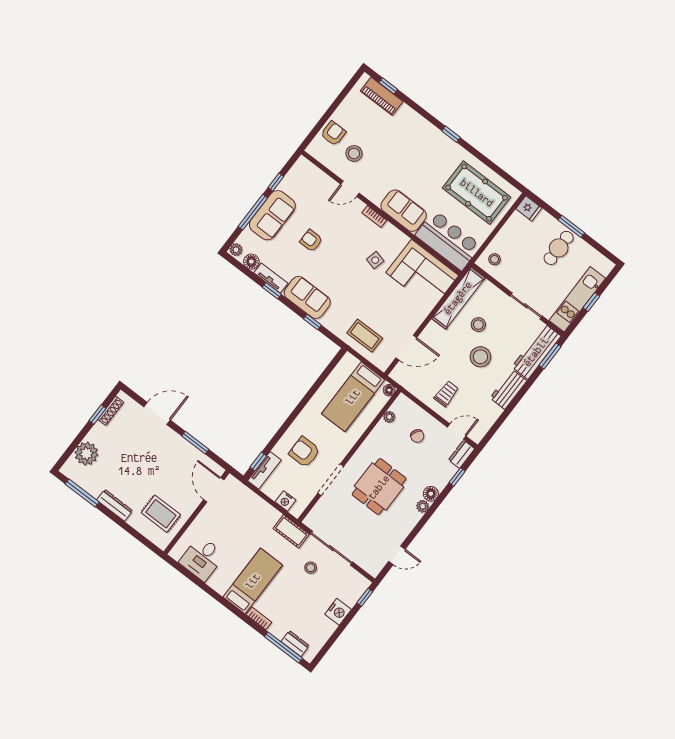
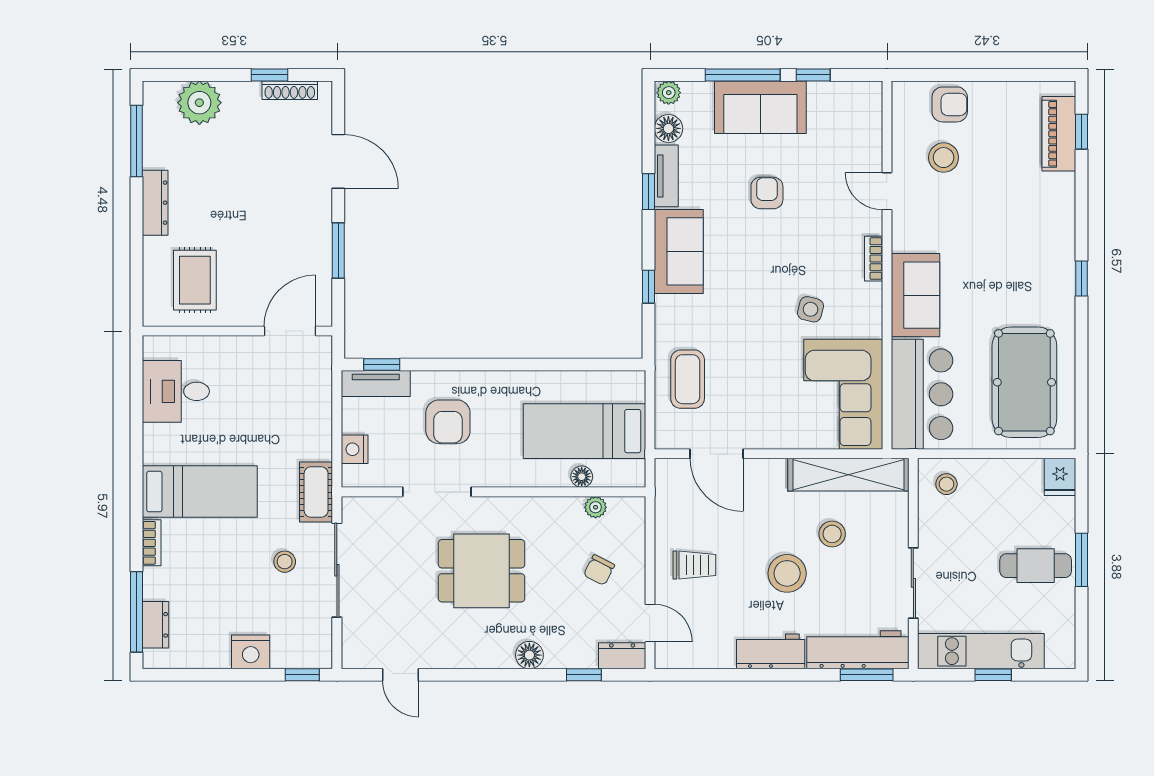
floor lamp: (389, 390) -> (582, 477), moved
armchair: (304, 452) -> (448, 422), turned 180
plant: (423, 506) -> (502, 657), removed

